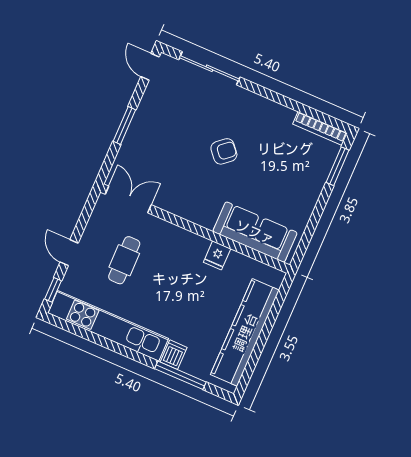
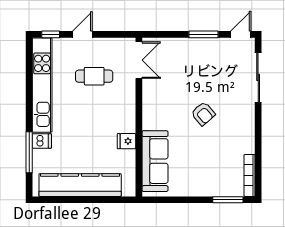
window: (124, 126) -> (203, 34), moved

